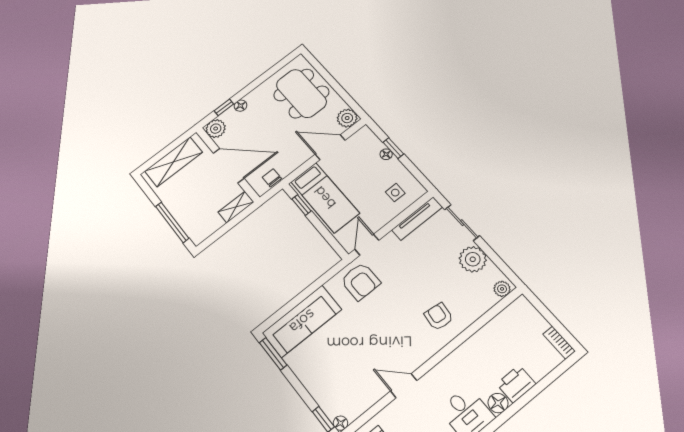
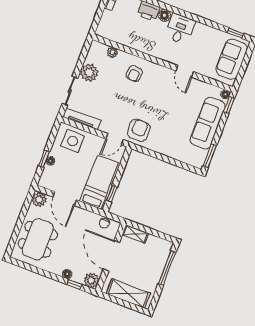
side table: (395, 193) -> (72, 141), width x1.87, depth x1.87
plant: (502, 289) -> (112, 52), moved
sofa: (302, 321) -> (208, 123), moved, turned -90

